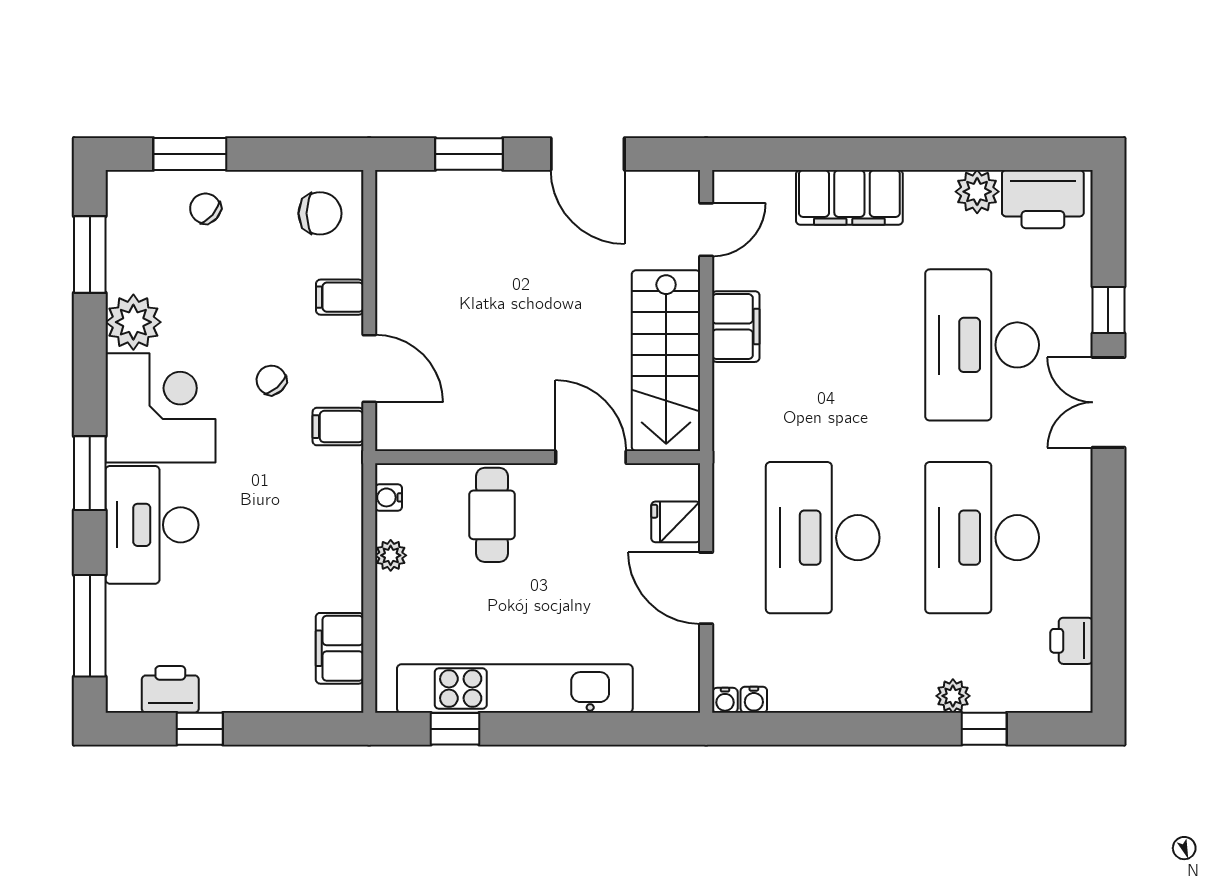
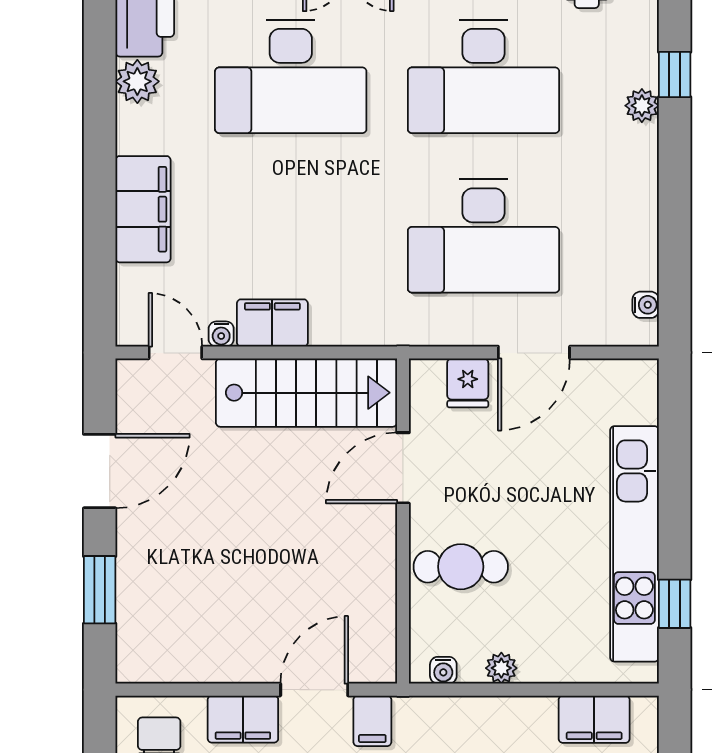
filing cabinet: (340, 297) -> (243, 719), width x2.00
water cooler: (725, 700) -> (221, 334), moved, turned 90

